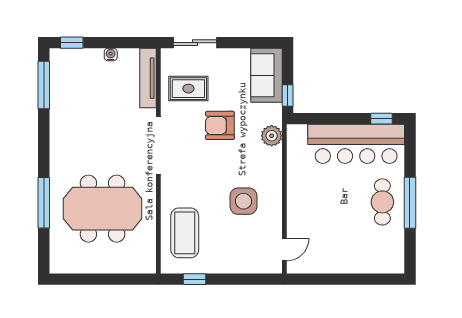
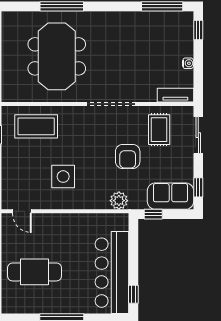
window: (256, 43) -> (198, 187), added
tv unit: (148, 78) -> (175, 95), width x0.71
armchair: (220, 125) -> (128, 156), turned 180
cafe table: (382, 202) -> (35, 272), moved, width x1.37, depth x1.35

